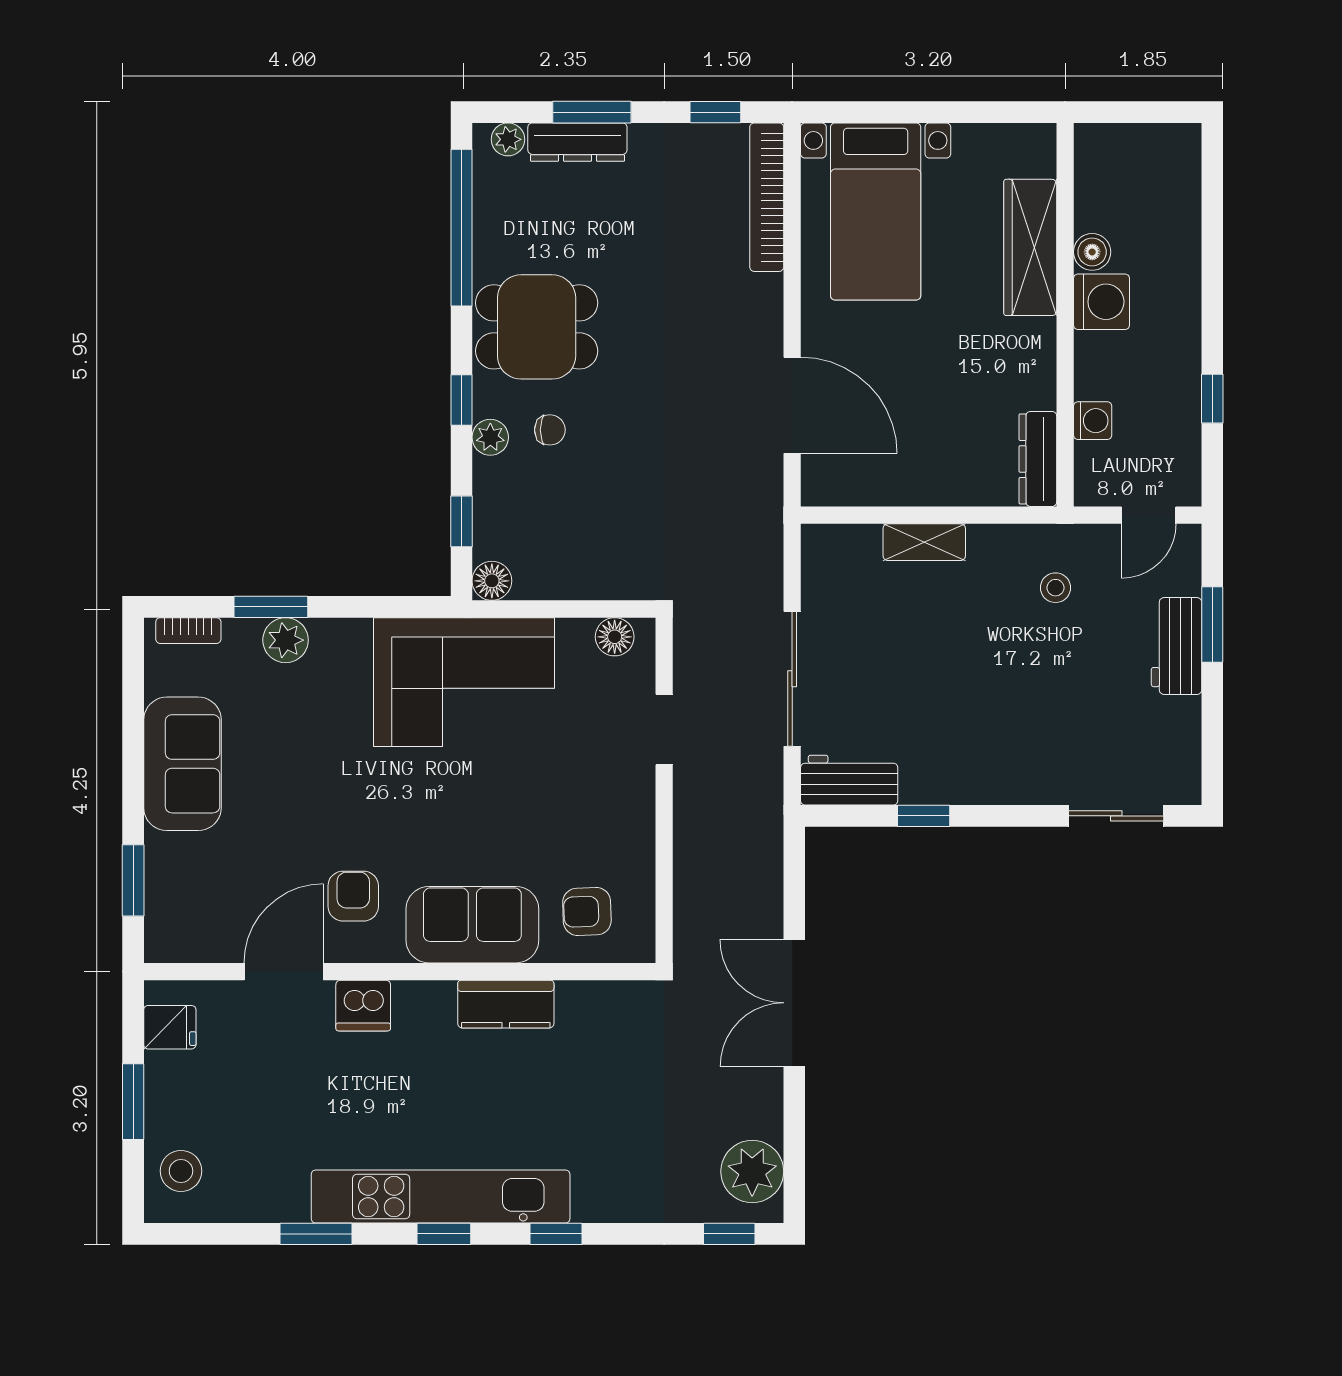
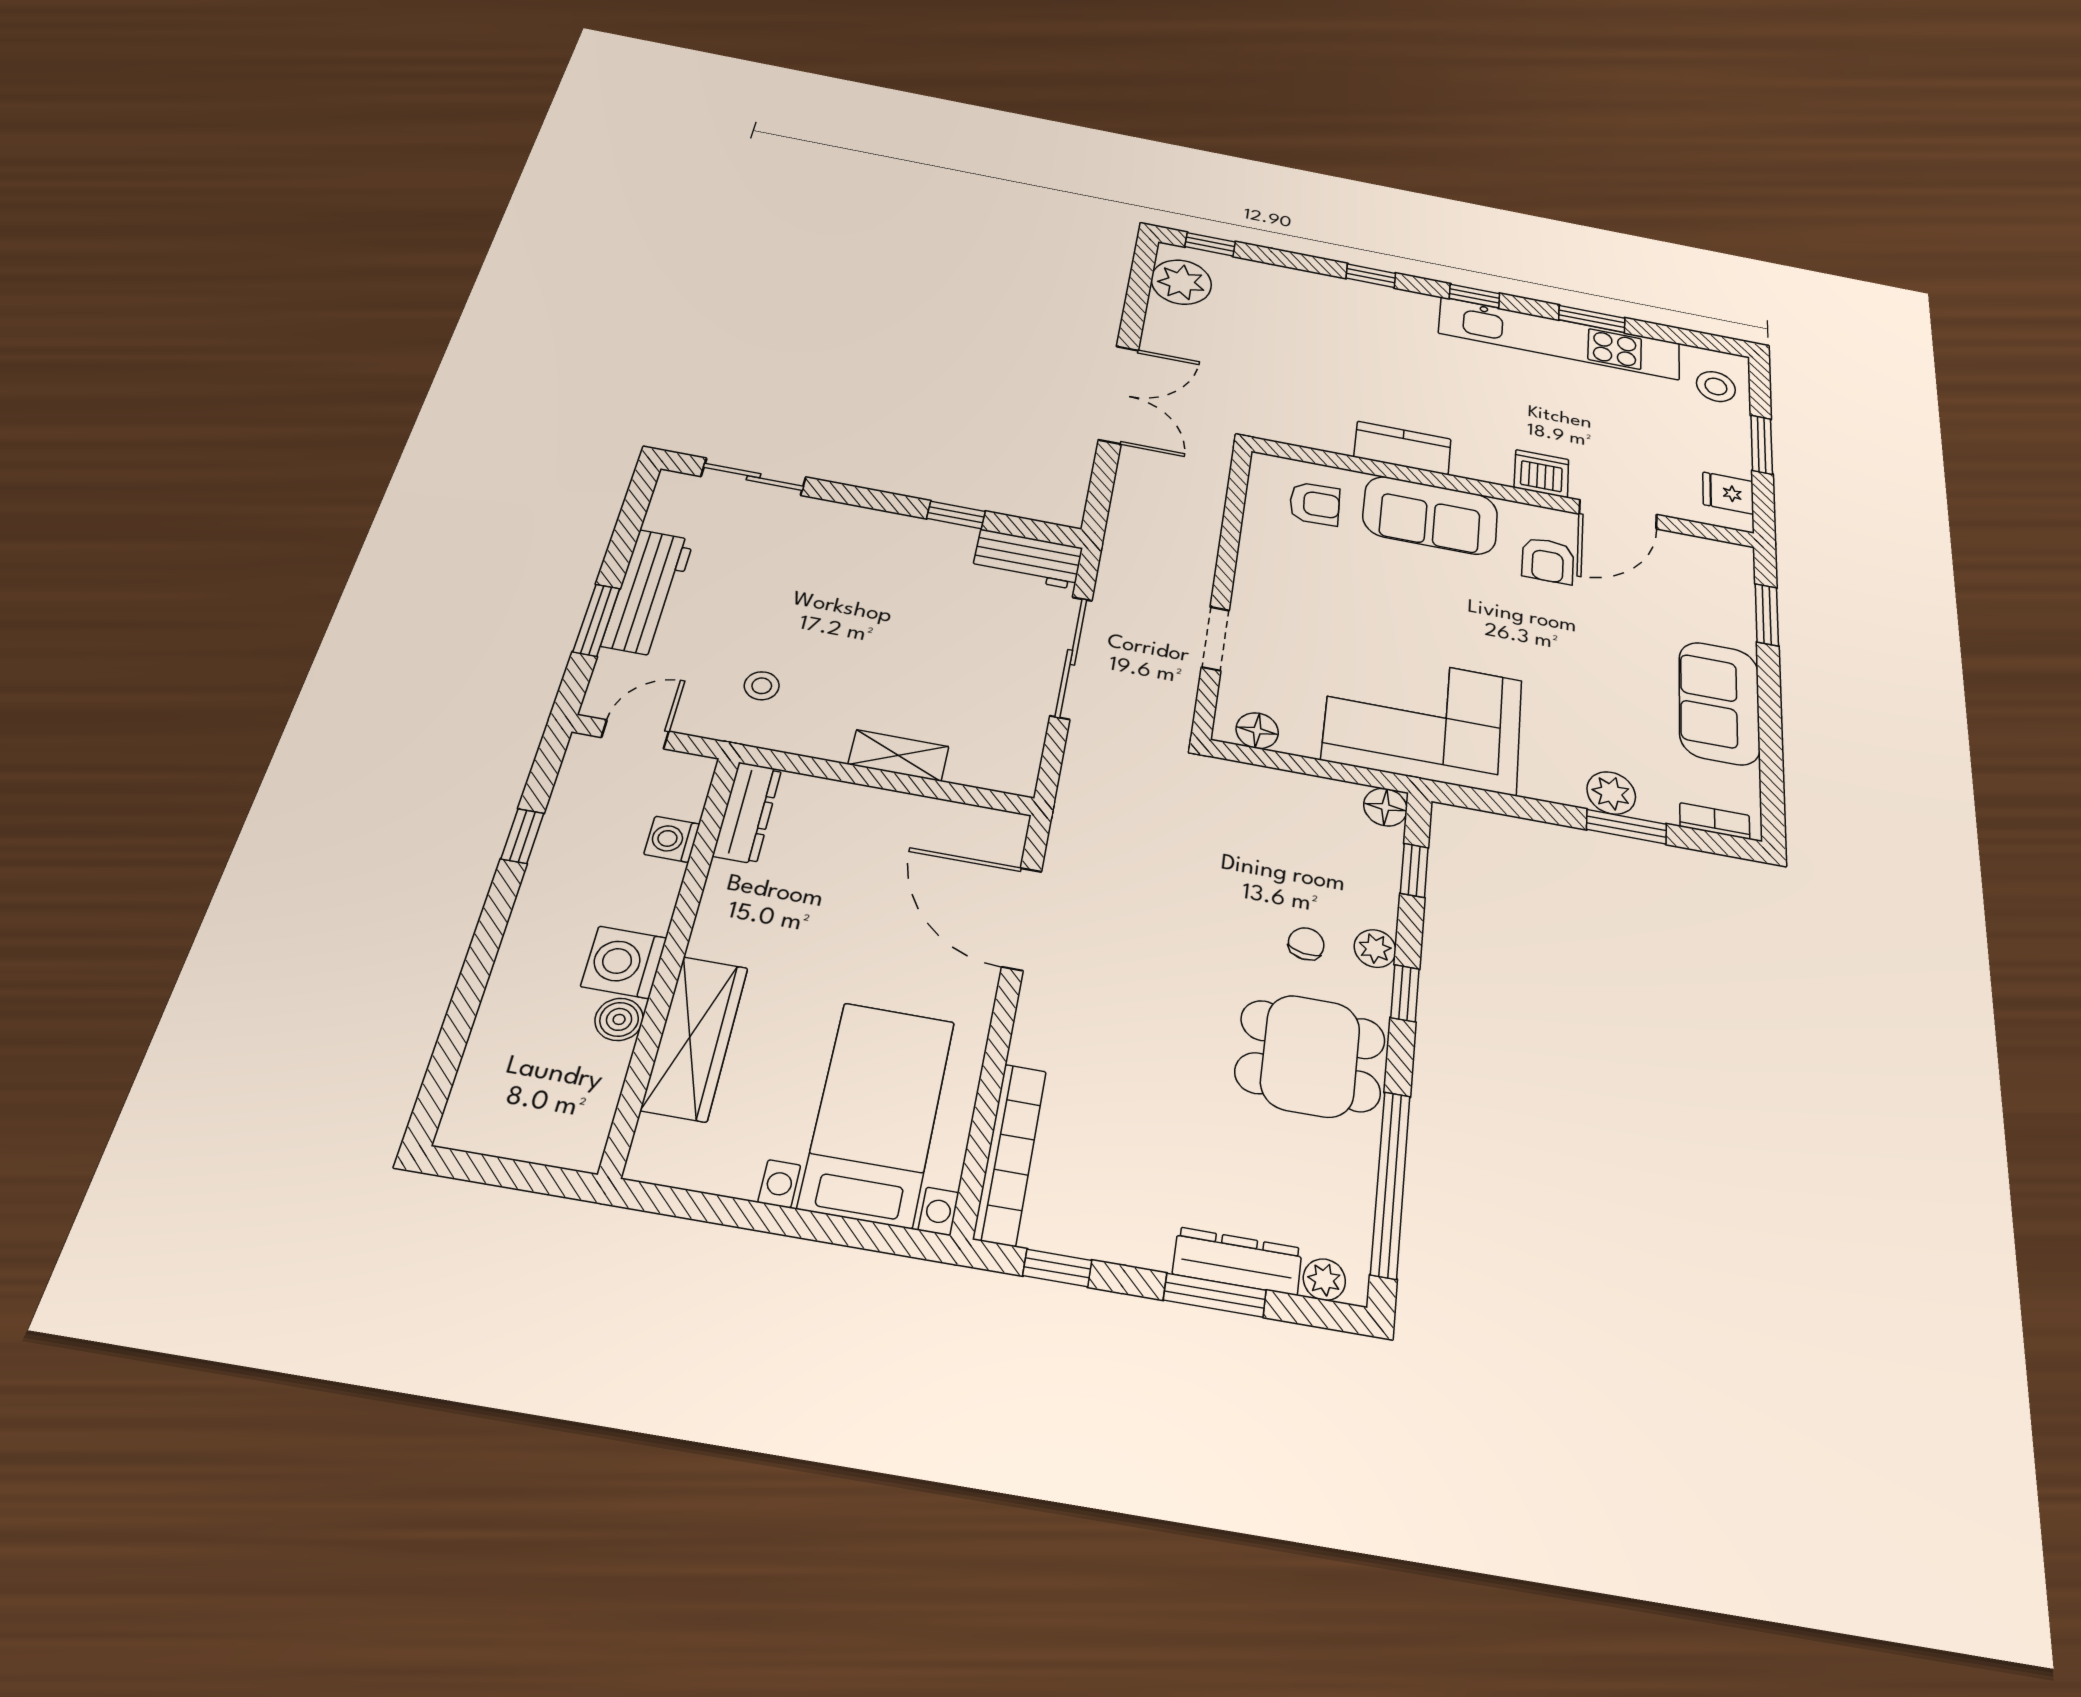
chair: (550, 430) -> (1306, 944), turned 99
workbench: (1177, 646) -> (648, 592), width x1.38
kitchen unit: (441, 1197) -> (1560, 338), moved

